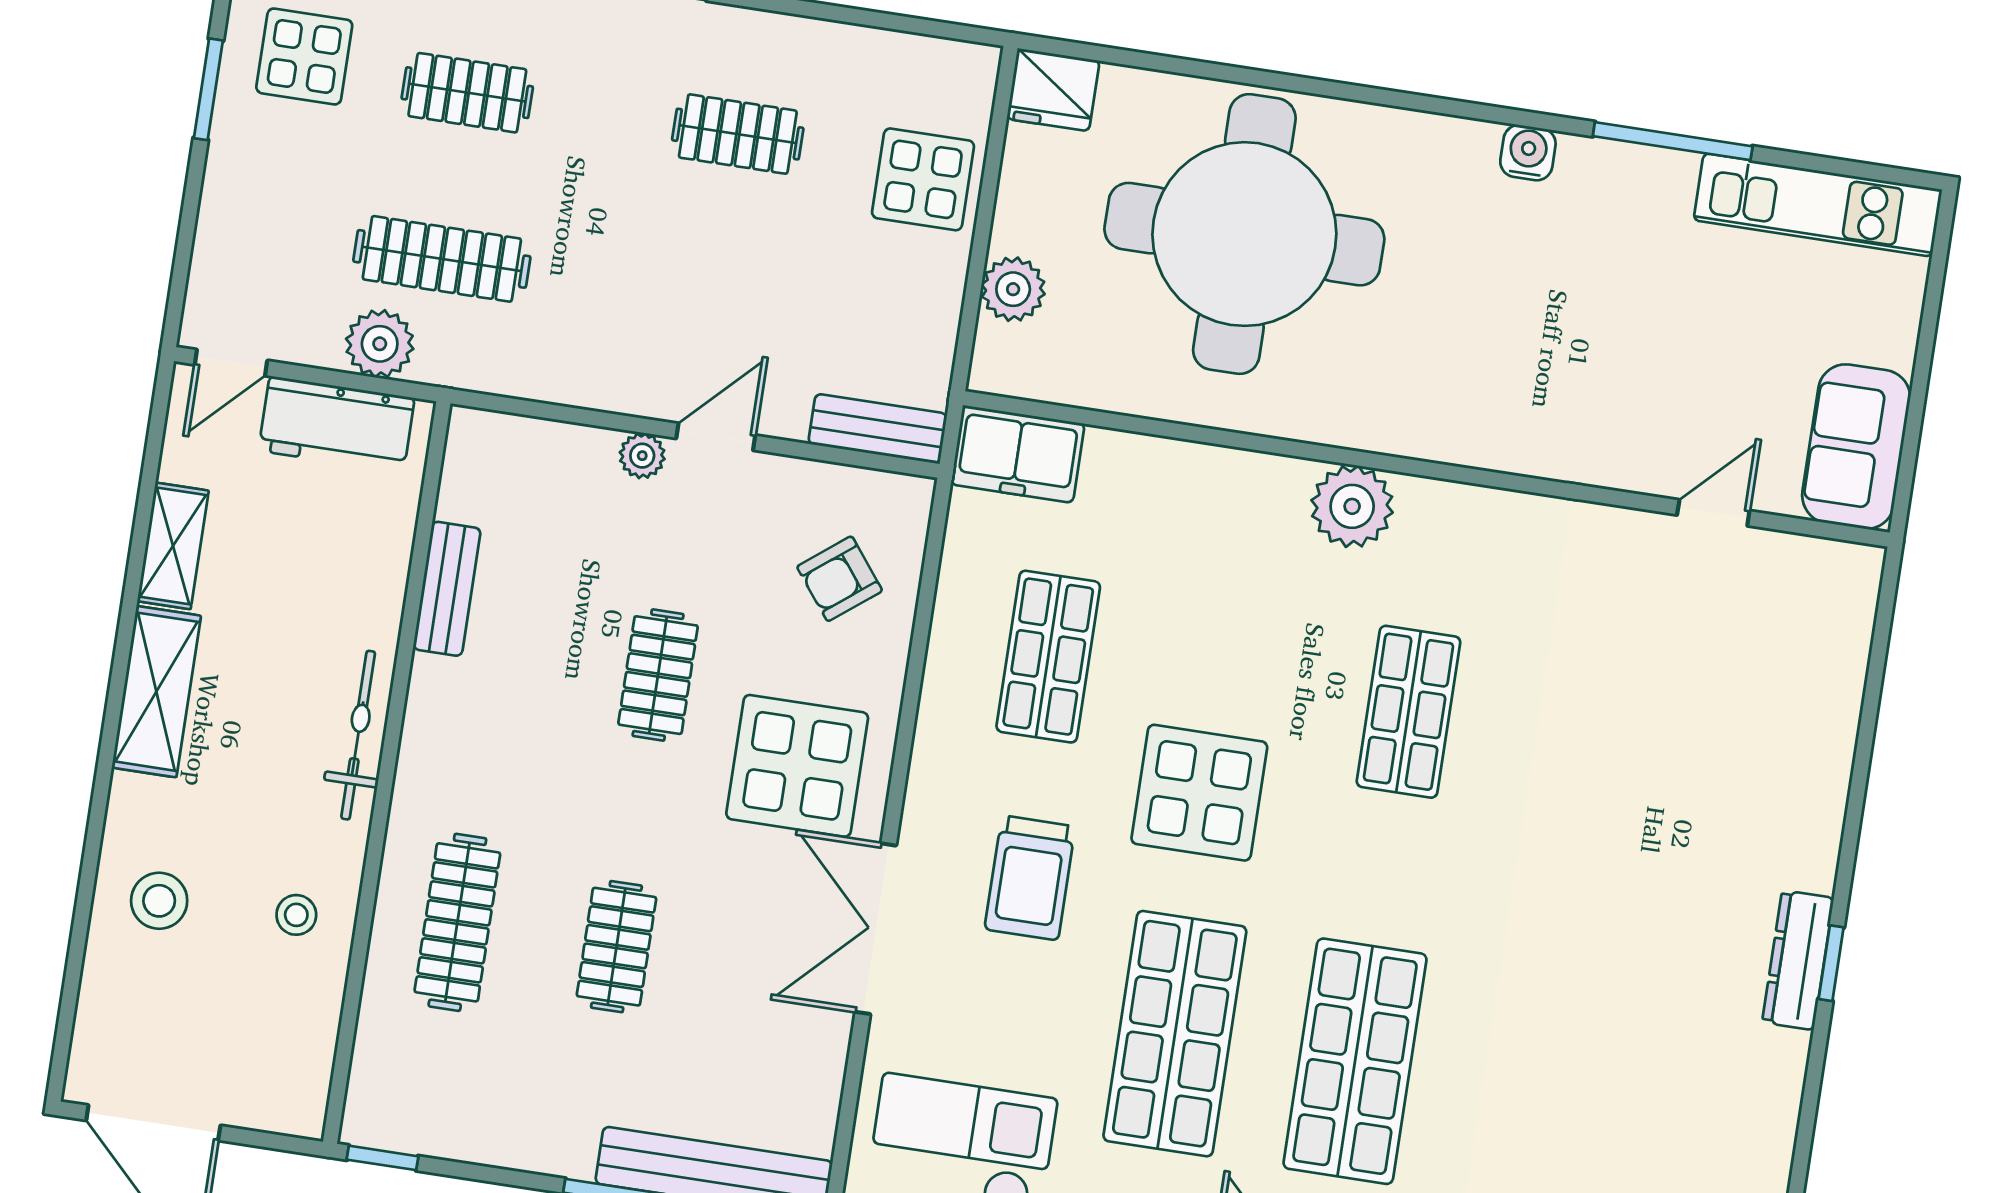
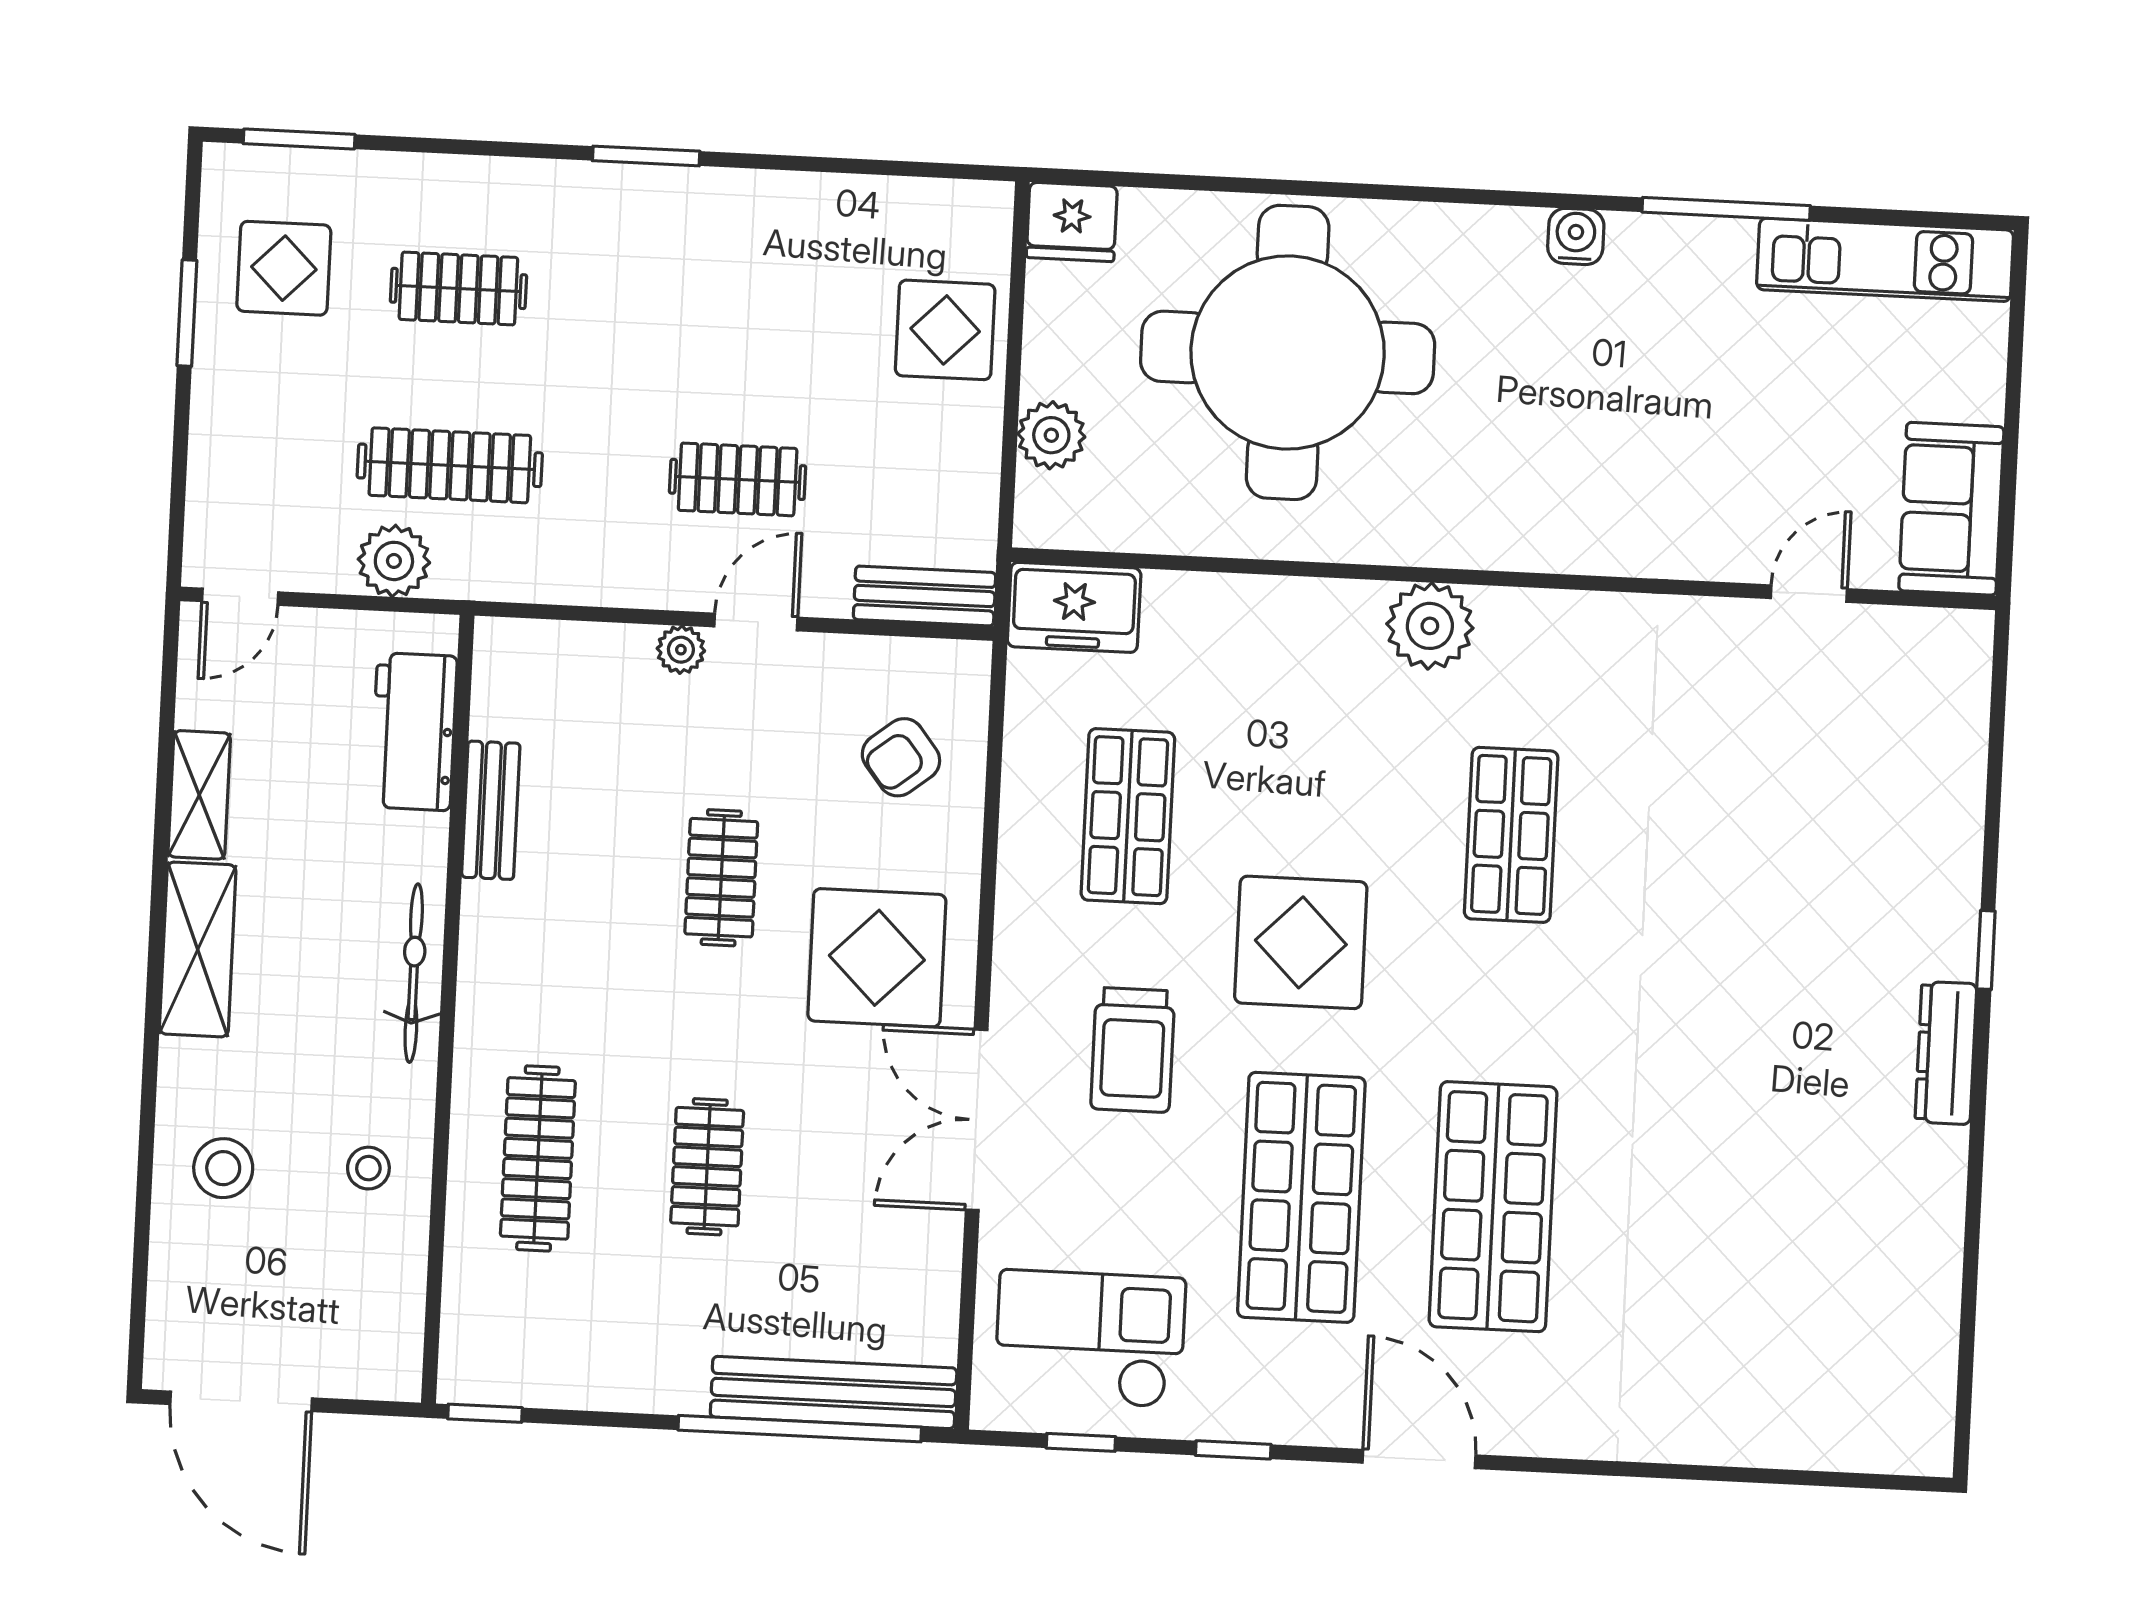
clothes rail: (738, 134) -> (738, 479), moved
workbench: (337, 424) -> (414, 732), moved, turned 90
window: (1831, 963) -> (1986, 950), moved

